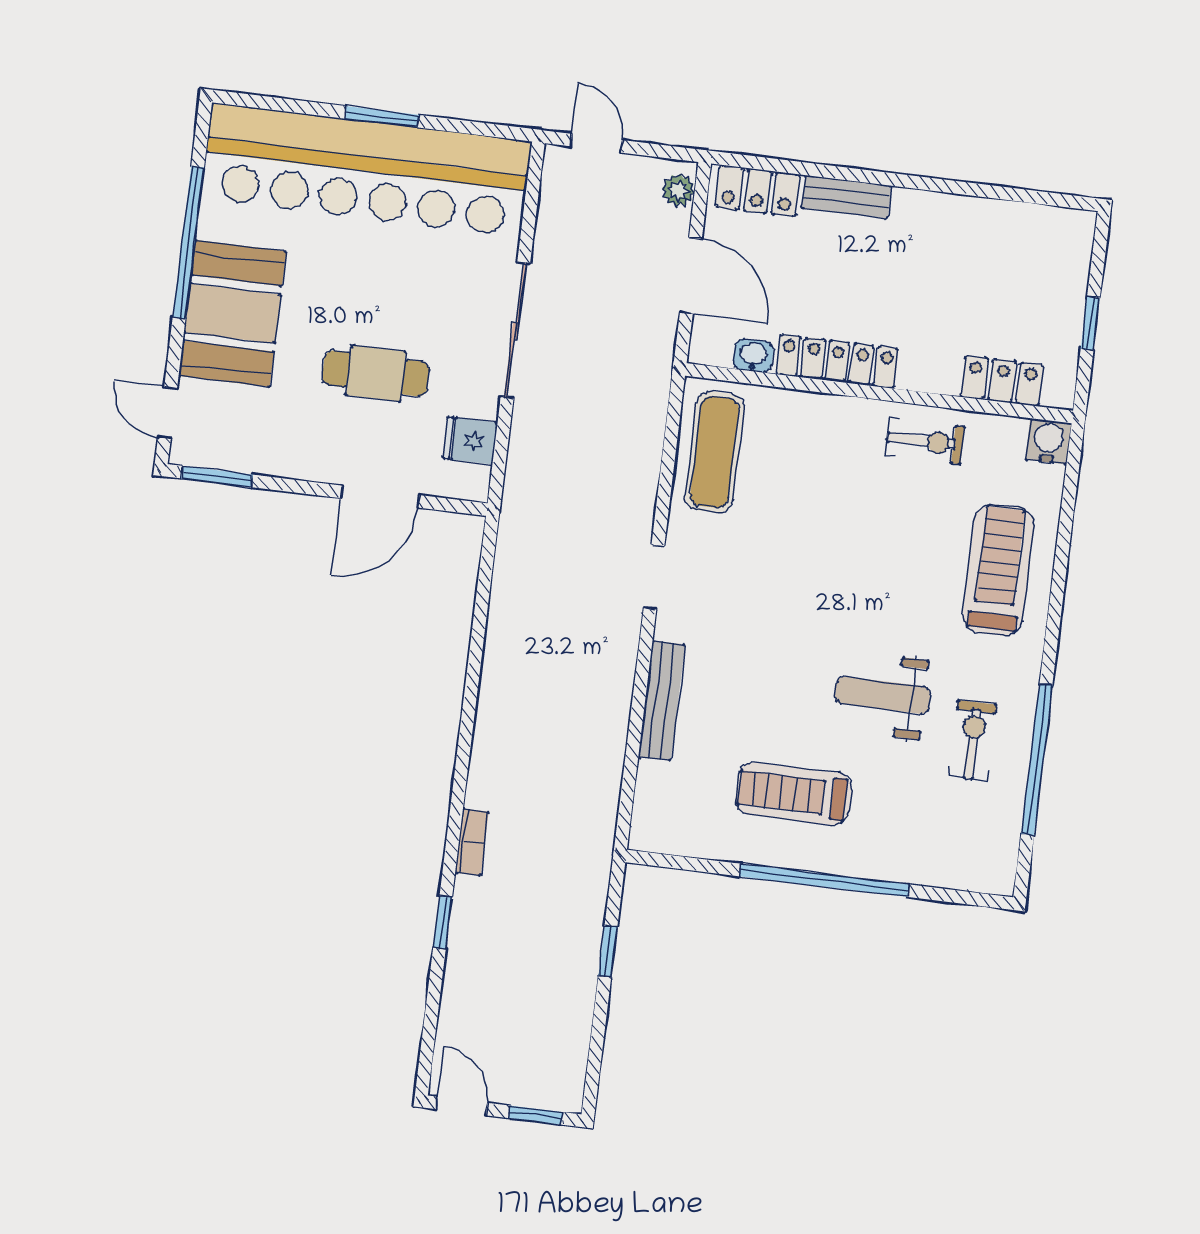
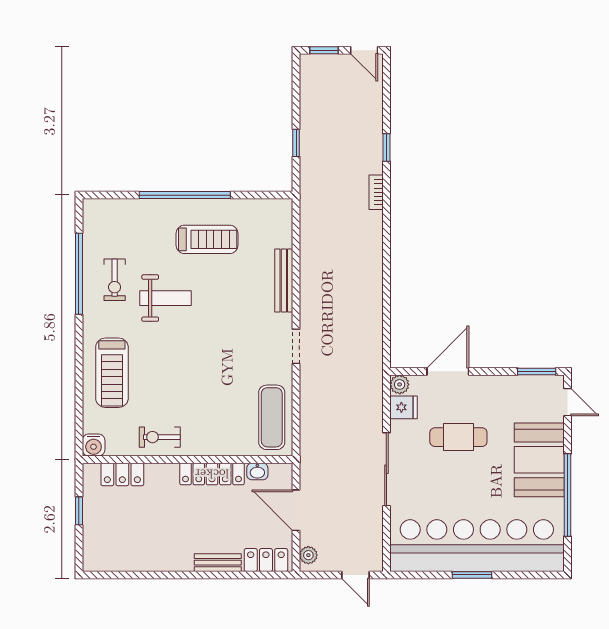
plant: (472, 483) -> (400, 384), added

